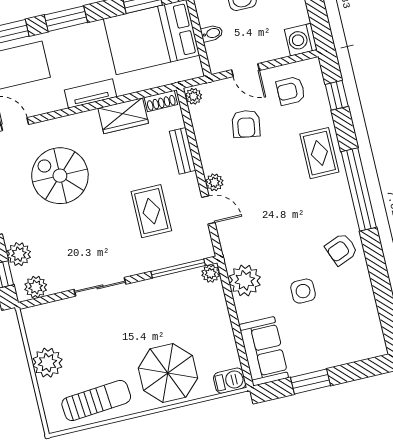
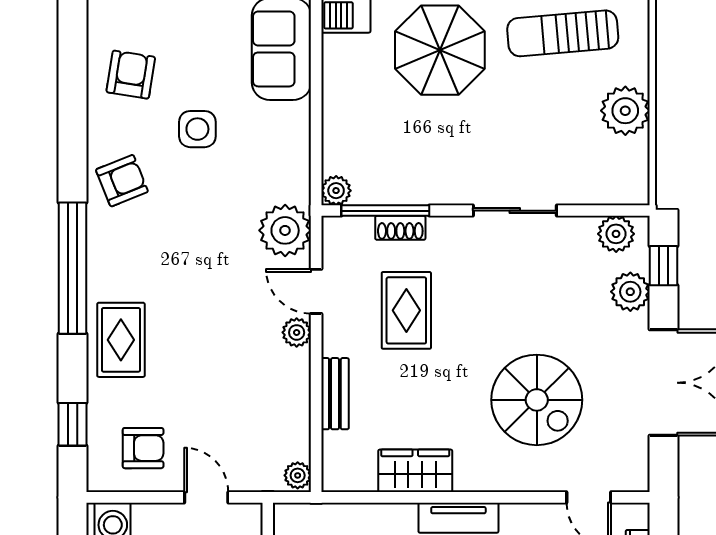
shoe rack: (161, 101) -> (400, 228), moved, turned 180
armchair: (246, 124) -> (131, 75), moved
plant: (245, 280) -> (285, 230), moved

